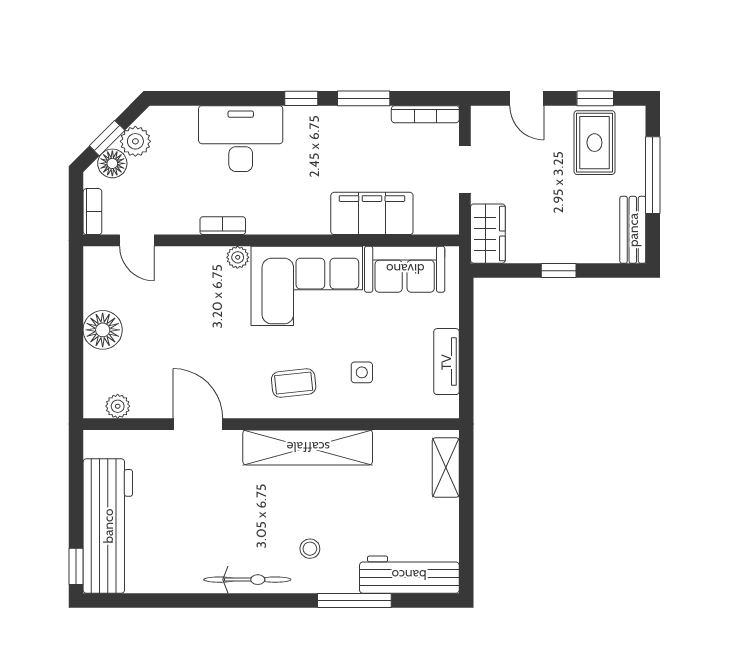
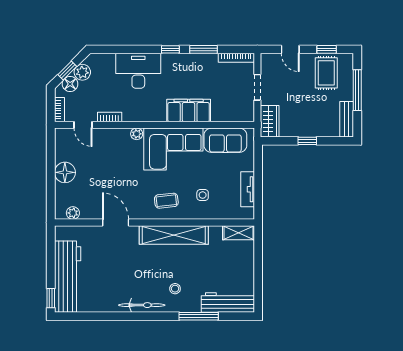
filing cabinet: (372, 213) -> (189, 111), moved
bookcase: (223, 226) -> (110, 117), moved
shelving: (446, 468) -> (238, 233), moved, turned 90

